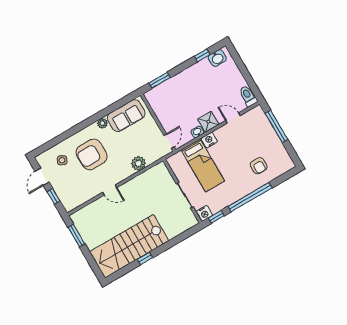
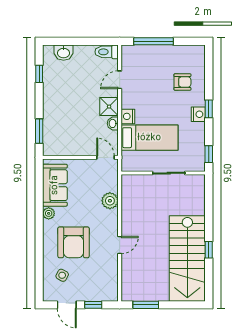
washbasin: (217, 58) -> (64, 53), moved, turned 90
window: (250, 197) -> (209, 109), width x0.32
nightstand: (204, 213) -> (198, 114), moved

